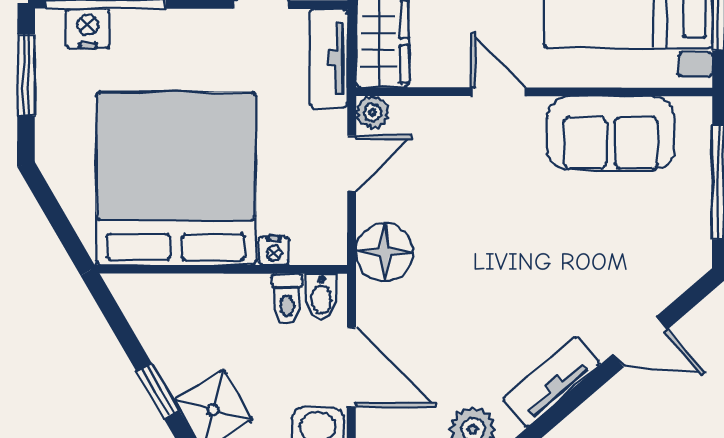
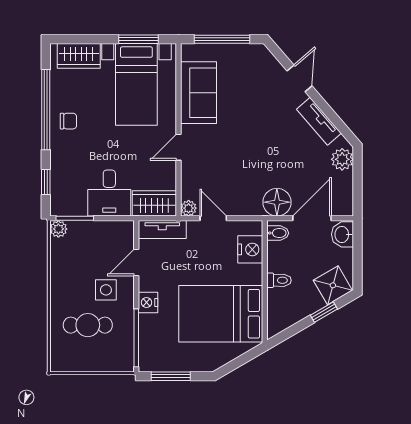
nightstand: (88, 28) -> (148, 303), moved
bed: (176, 179) -> (221, 314), width x0.73
nightstand: (274, 251) -> (250, 249), width x1.89, depth x1.79
floor lamp: (385, 252) -> (277, 202), moved
toilet: (287, 299) -> (279, 280), moved

